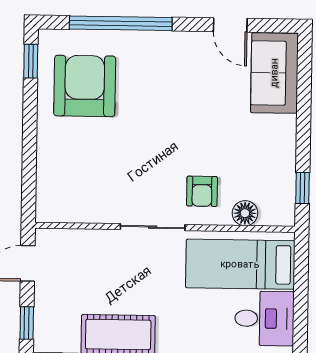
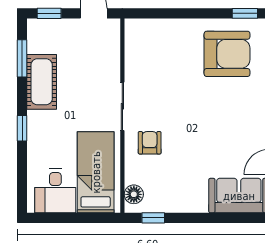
armchair: (202, 191) -> (150, 143), turned 90
floor lamp: (245, 213) -> (134, 194), moved

